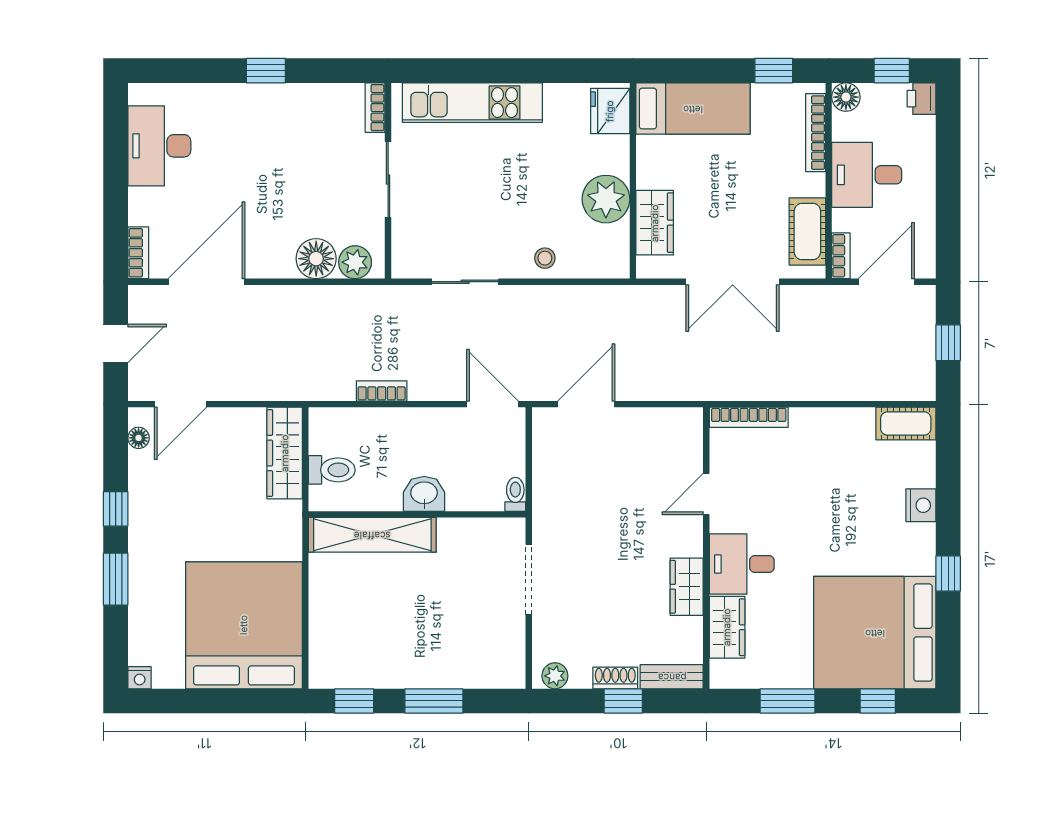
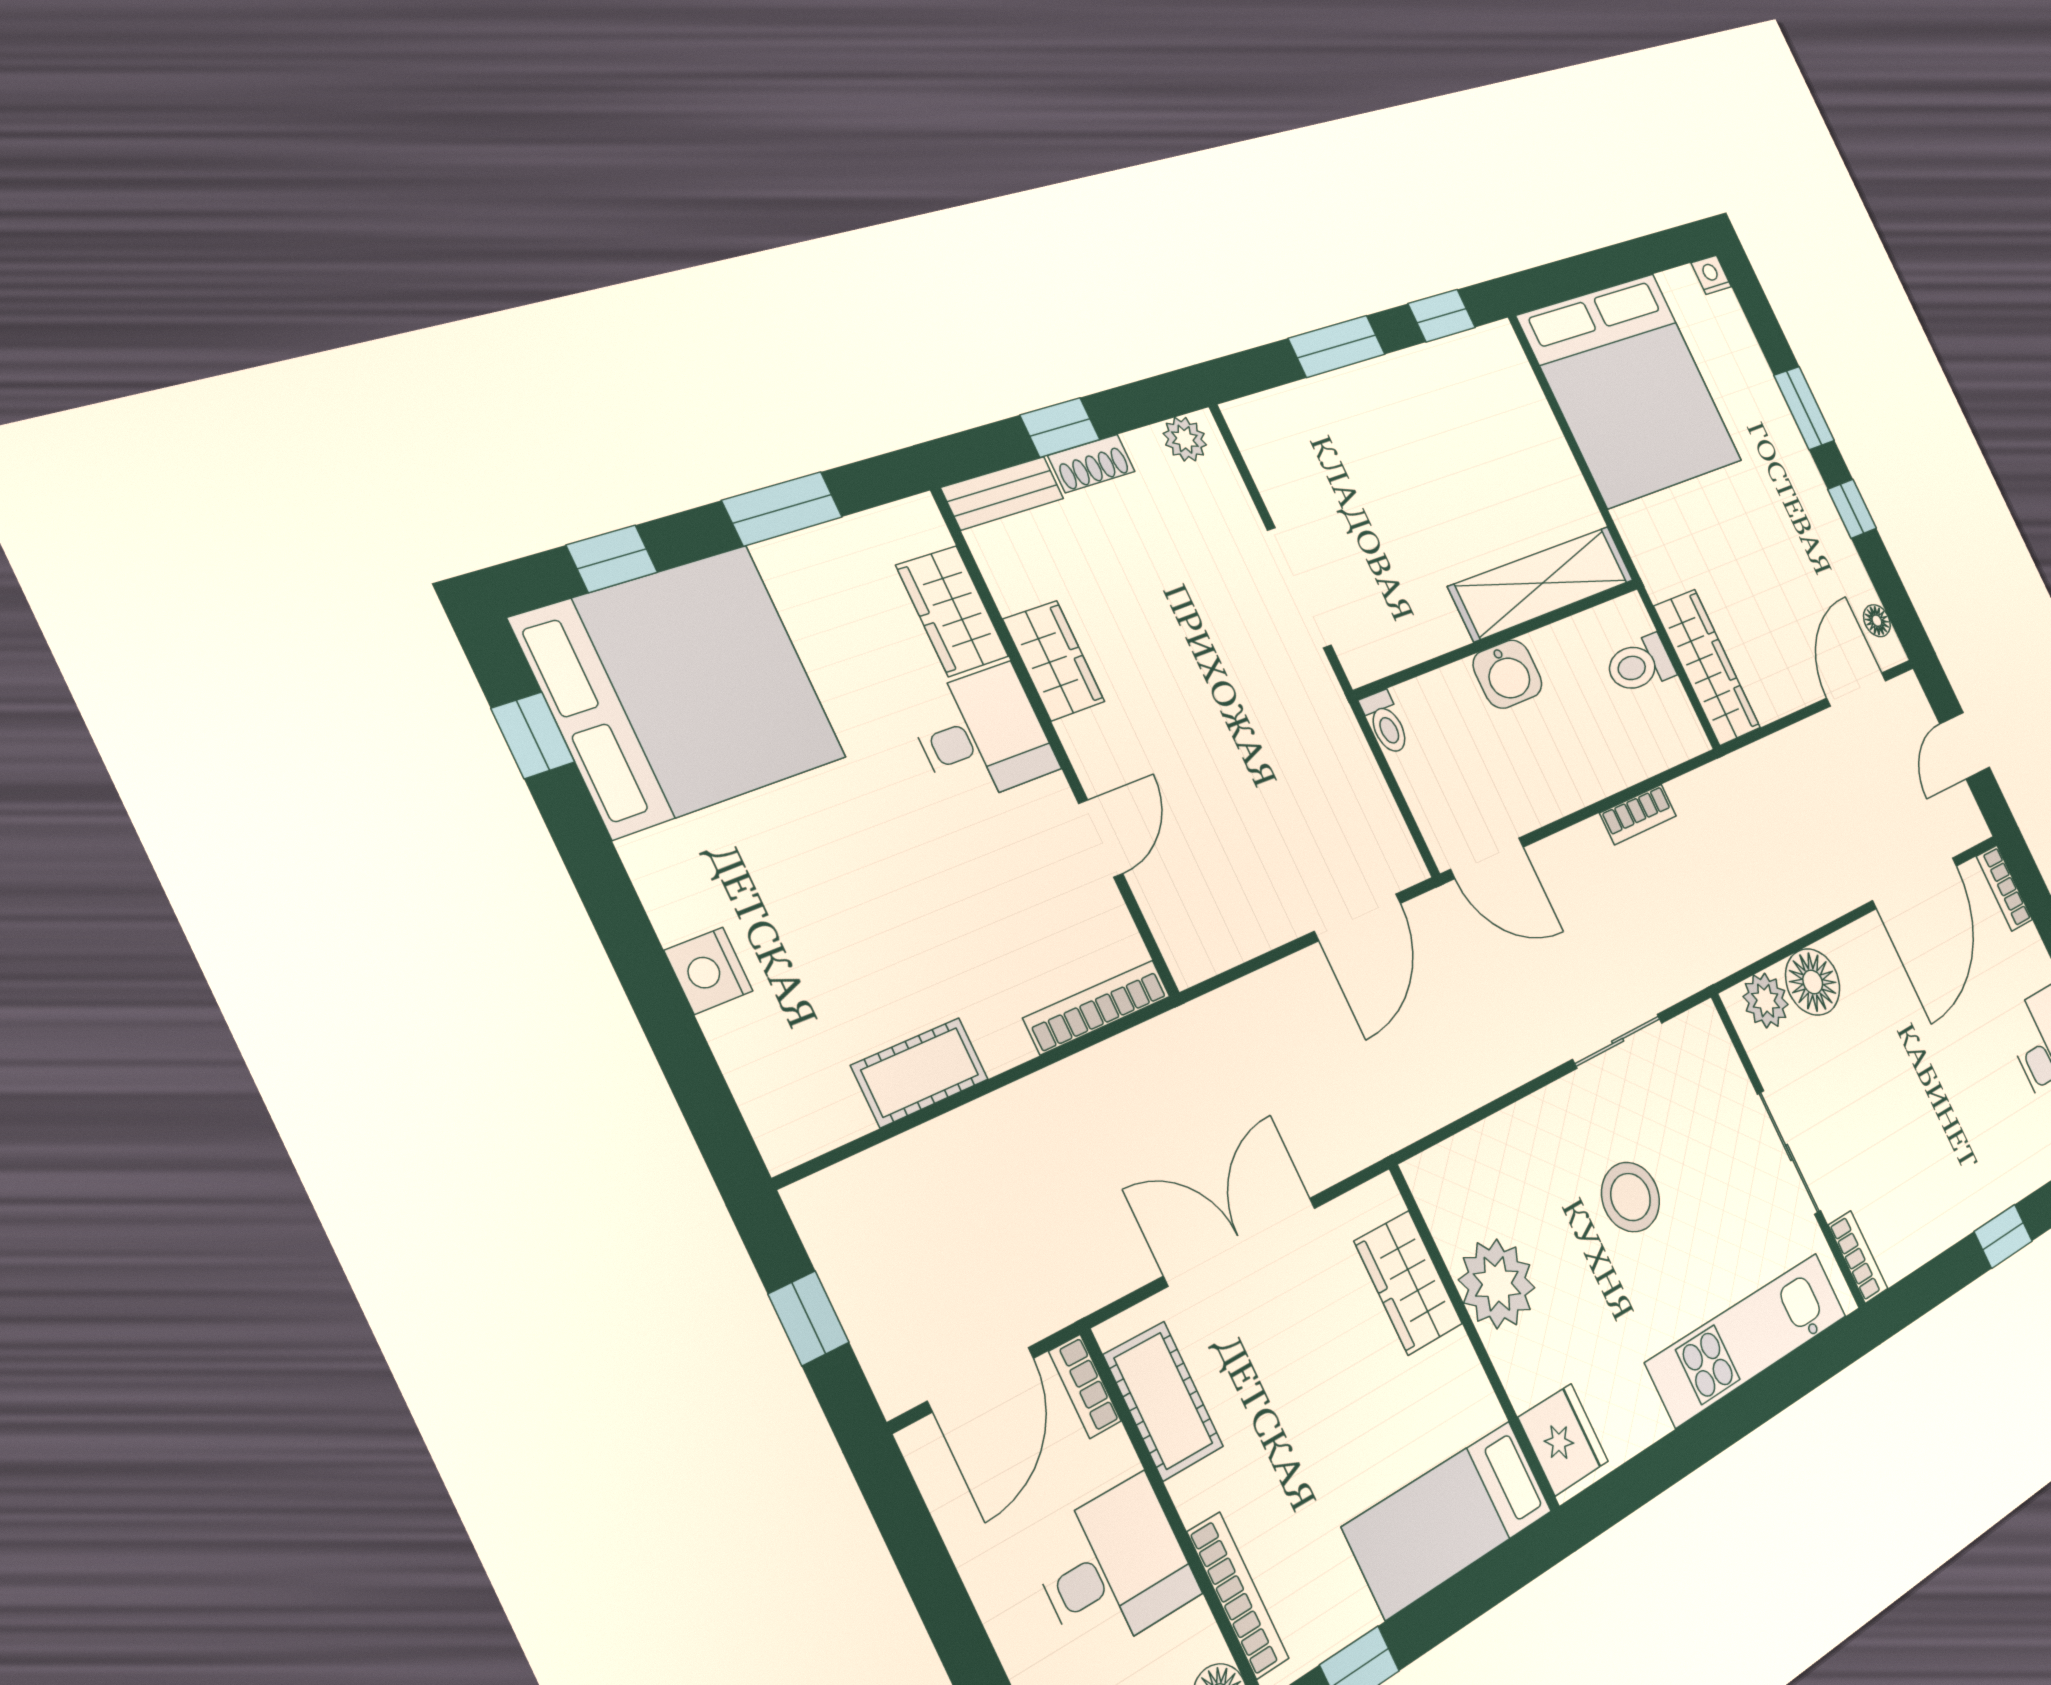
stool: (545, 258) -> (1631, 1197), moved, width x1.89, depth x1.89
cot: (906, 424) -> (920, 1072), moved
window: (948, 574) -> (533, 735), moved

